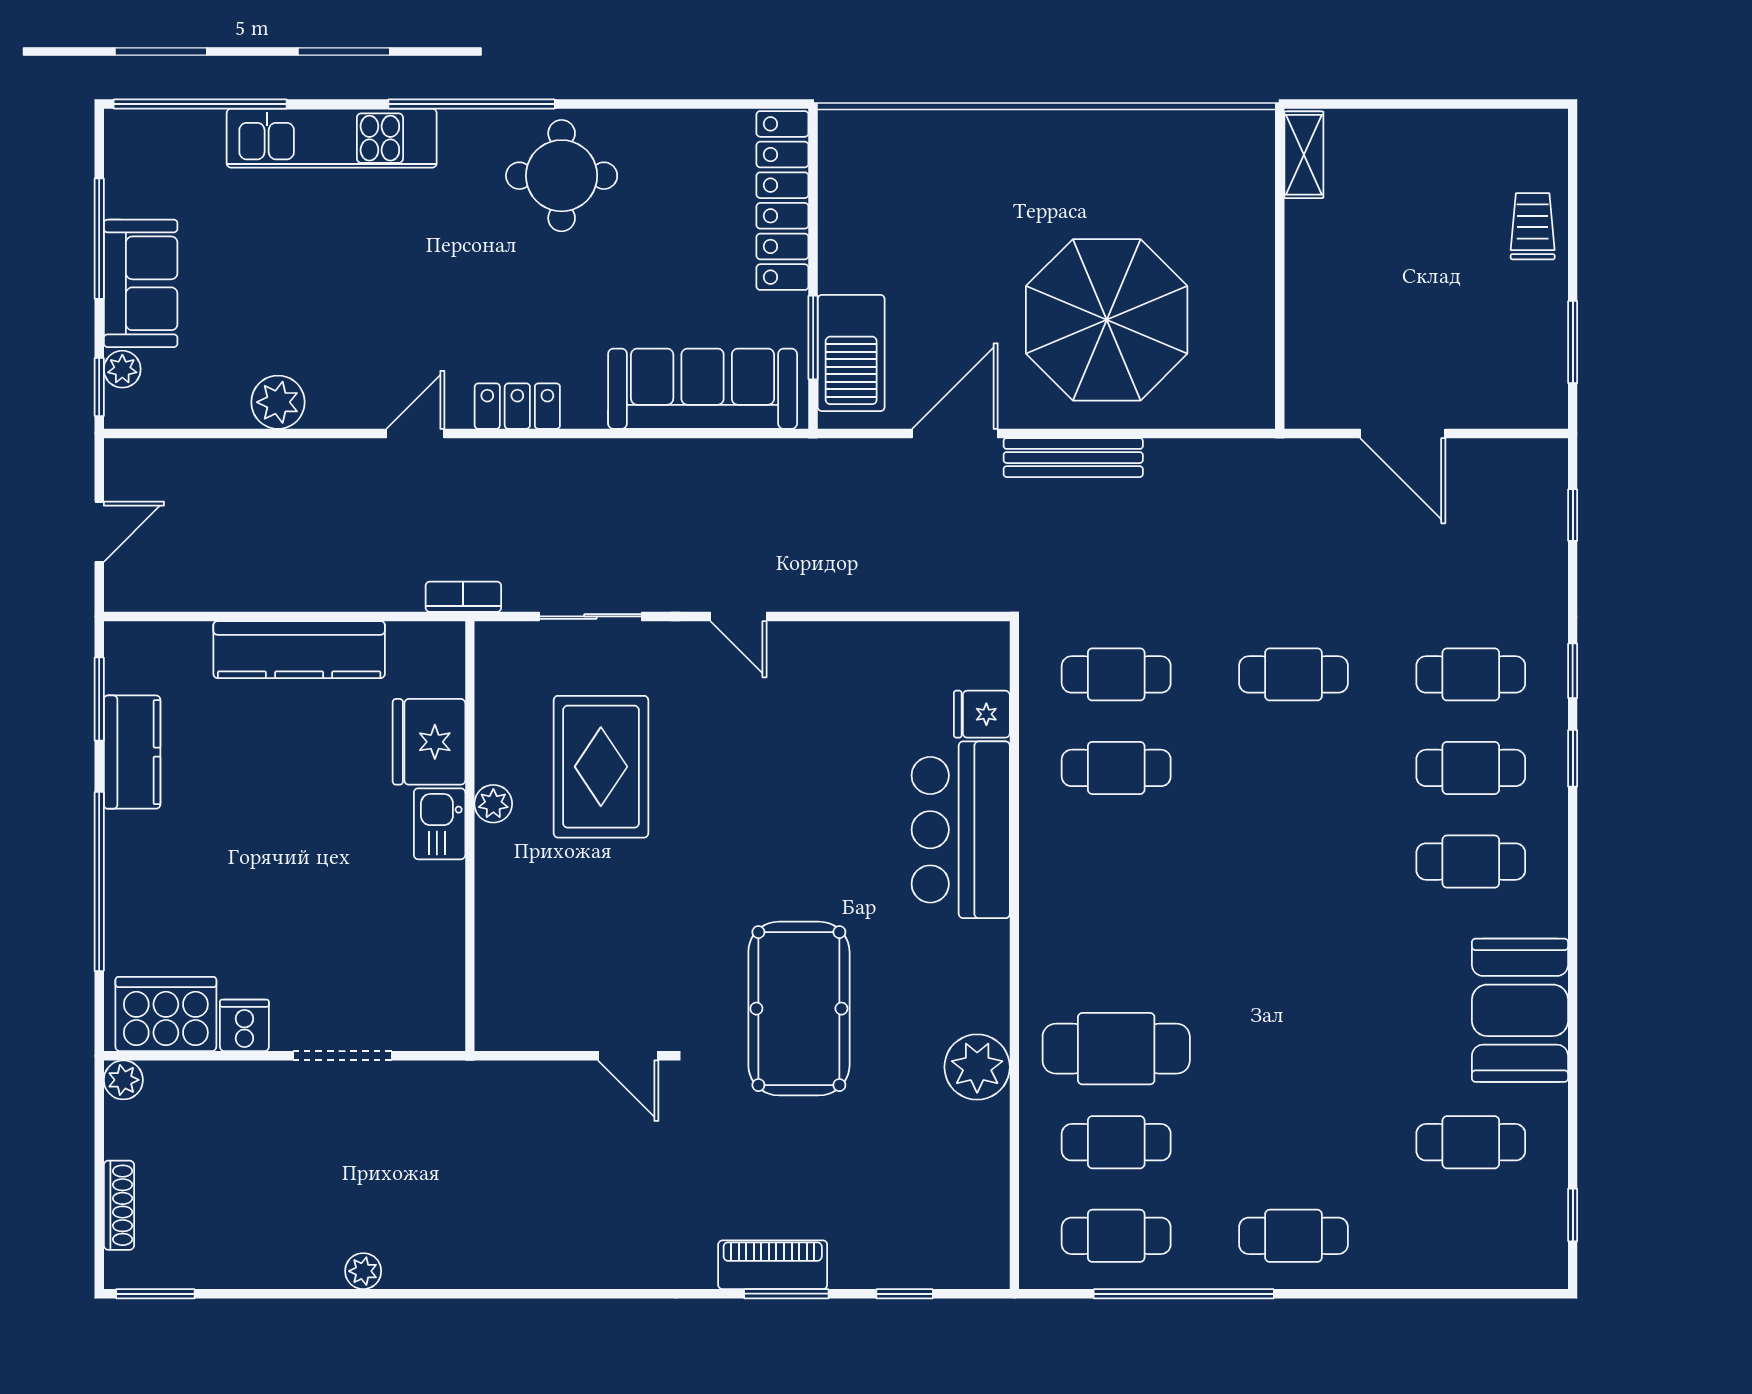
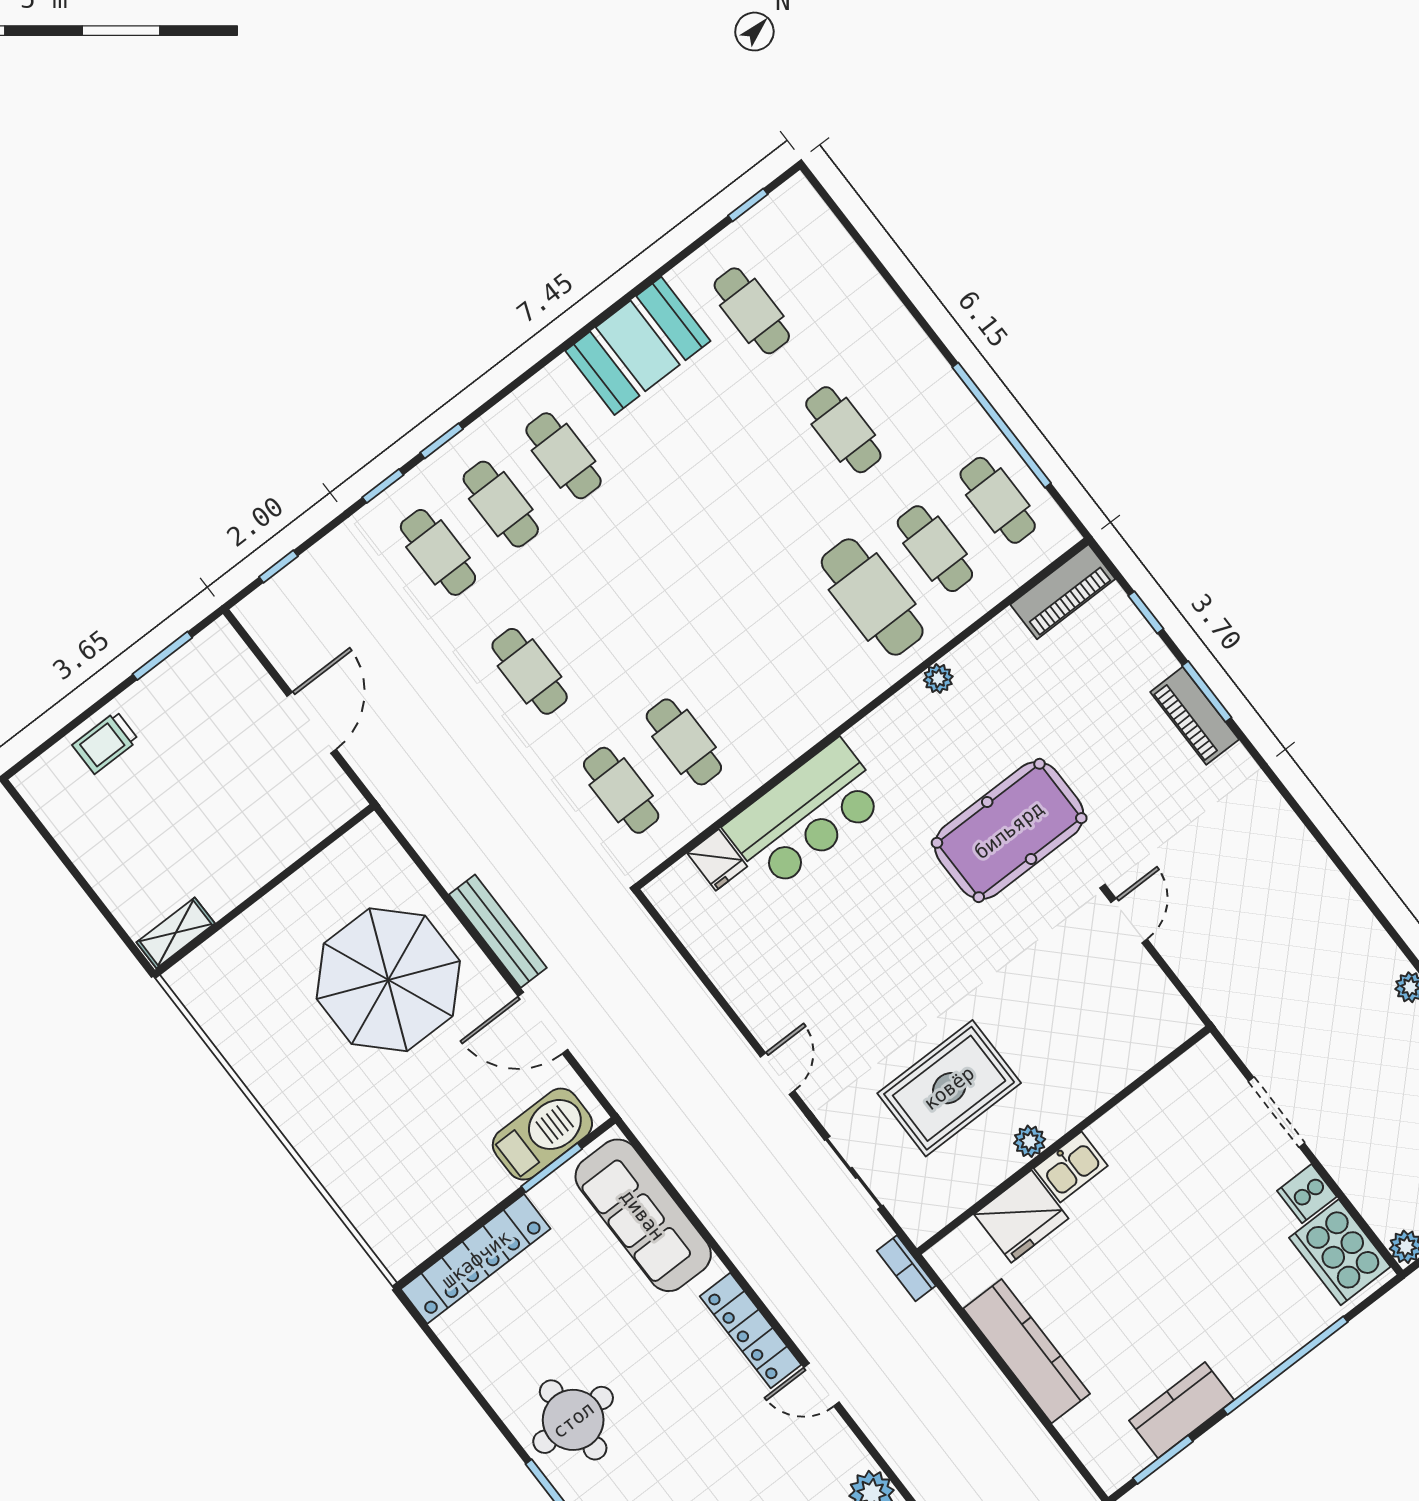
locker: (517, 406) -> (751, 1331), width x1.53
plant: (977, 1067) -> (938, 678), width x0.53, depth x0.53
piano: (984, 1231) -> (1063, 592), added
cafe table: (1293, 1236) -> (843, 430), moved

